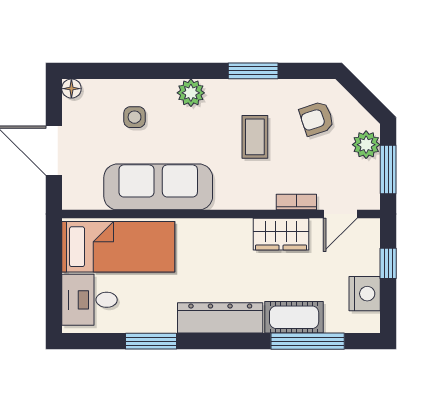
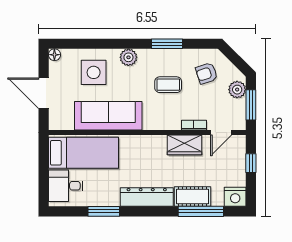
side table: (135, 117) -> (94, 72), width x1.87, depth x1.87
coffee table: (255, 137) -> (168, 85), turned 90
nightstand: (365, 294) -> (235, 197), moved, turned 90

